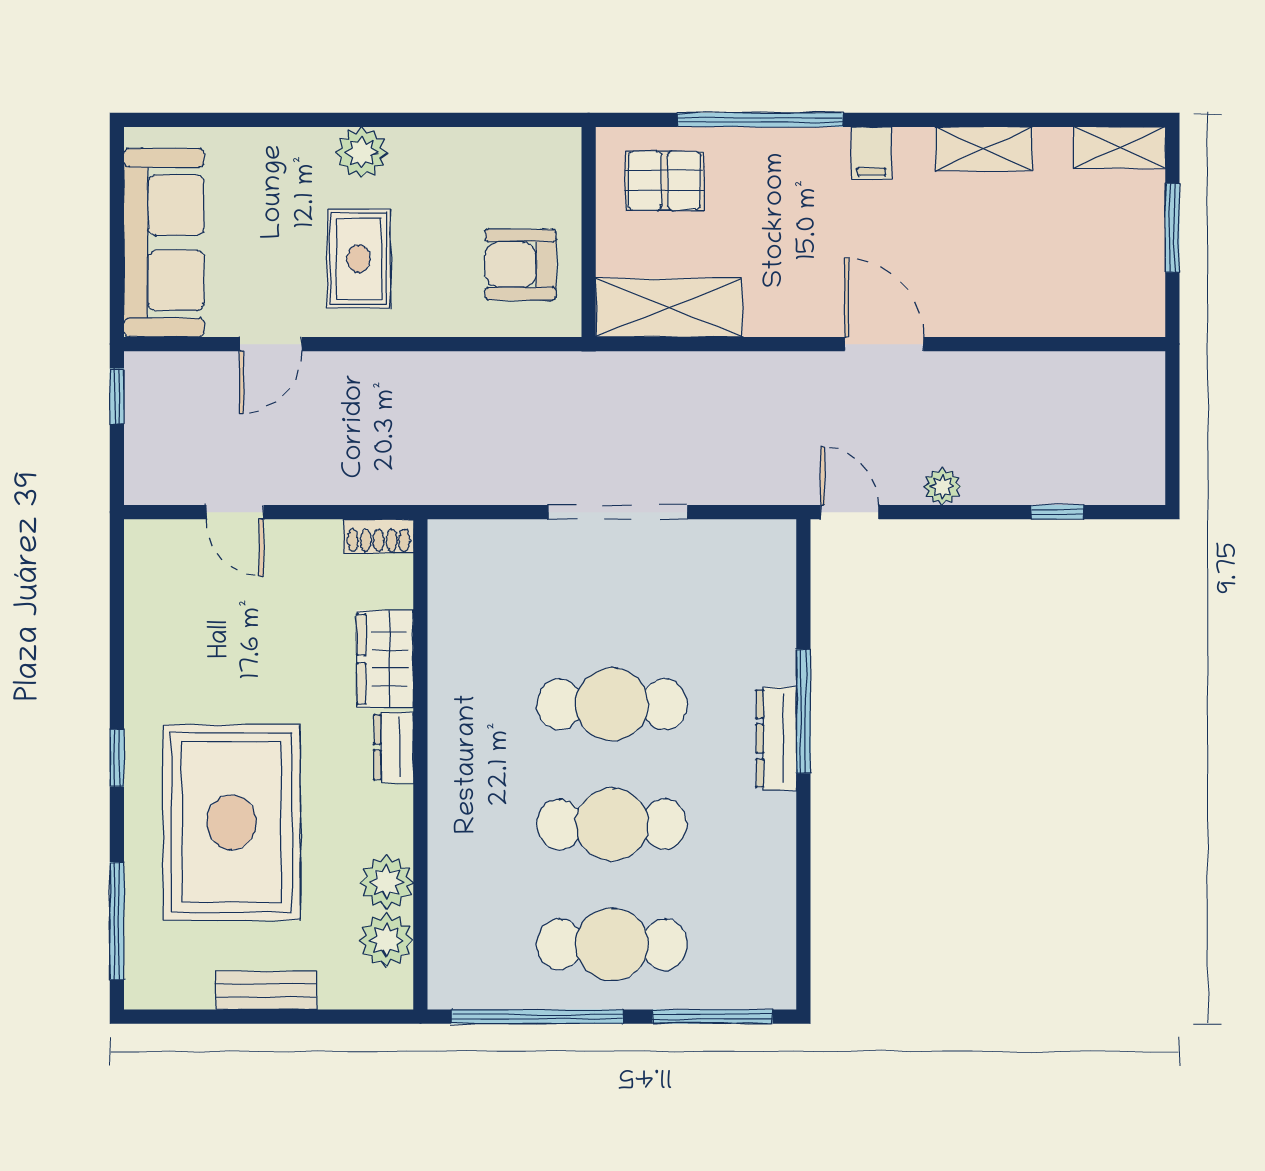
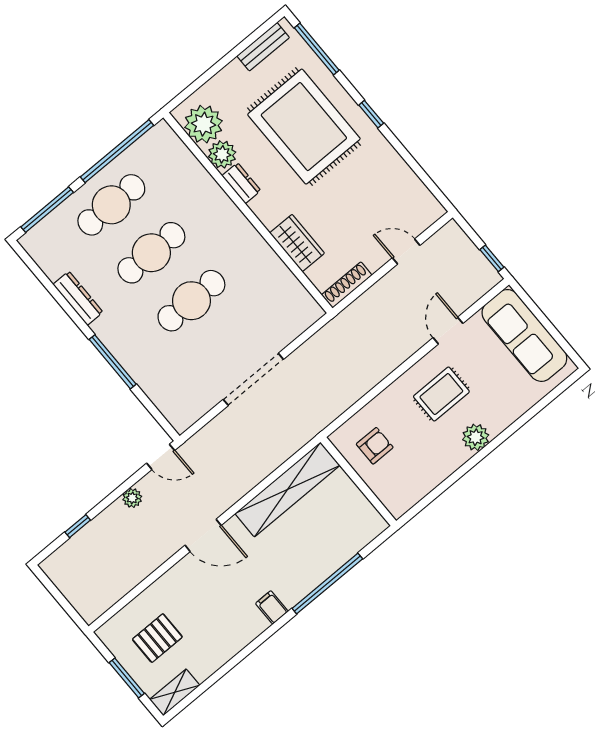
shelving: (984, 149) -> (228, 647), removed
pallet: (664, 181) -> (157, 638), moved
rug: (359, 259) -> (441, 394), turned 90
armchair: (521, 265) -> (375, 446), width x0.72, depth x0.72
shelving: (669, 308) -> (287, 489), width x1.47
shoe rack: (379, 536) -> (347, 285), width x1.43
dresser: (776, 738) -> (78, 298), moved
dresser: (394, 747) -> (241, 183), moved
plant: (386, 940) -> (203, 124), width x1.36, depth x1.36
bench: (266, 990) -> (263, 47), moved

